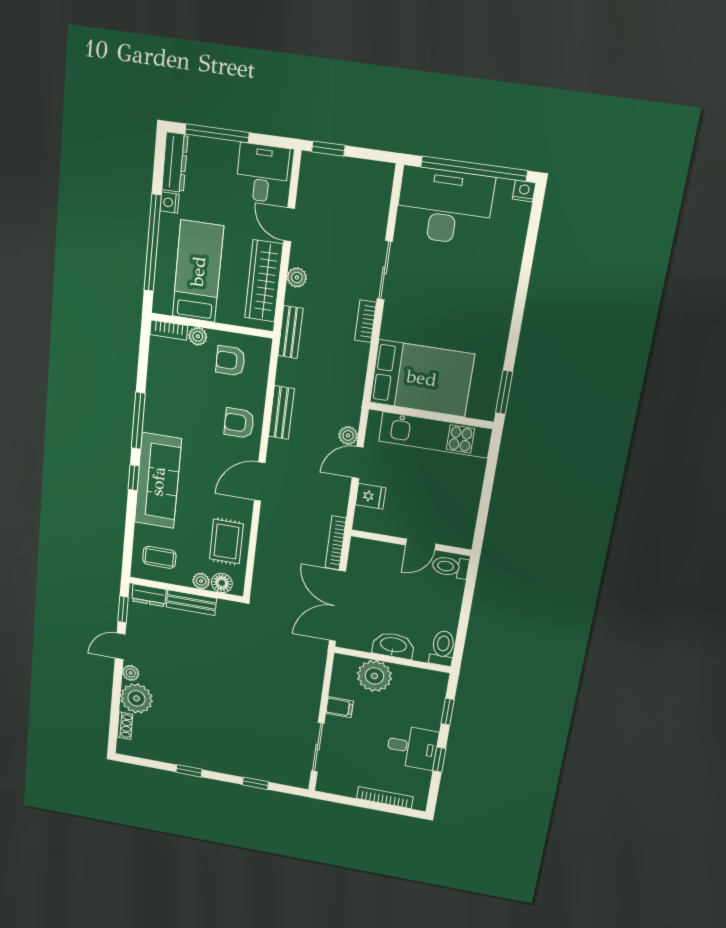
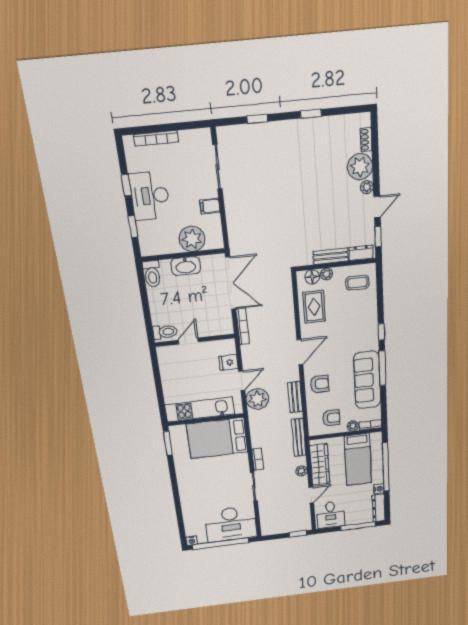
door: (289, 225) -> (311, 495), hinge flipped
bench: (290, 332) -> (299, 437), width x1.36
plant: (348, 436) -> (257, 399), width x1.87, depth x1.87
sofa: (158, 481) -> (367, 380), moved
desk: (412, 747) -> (150, 196), width x1.37

